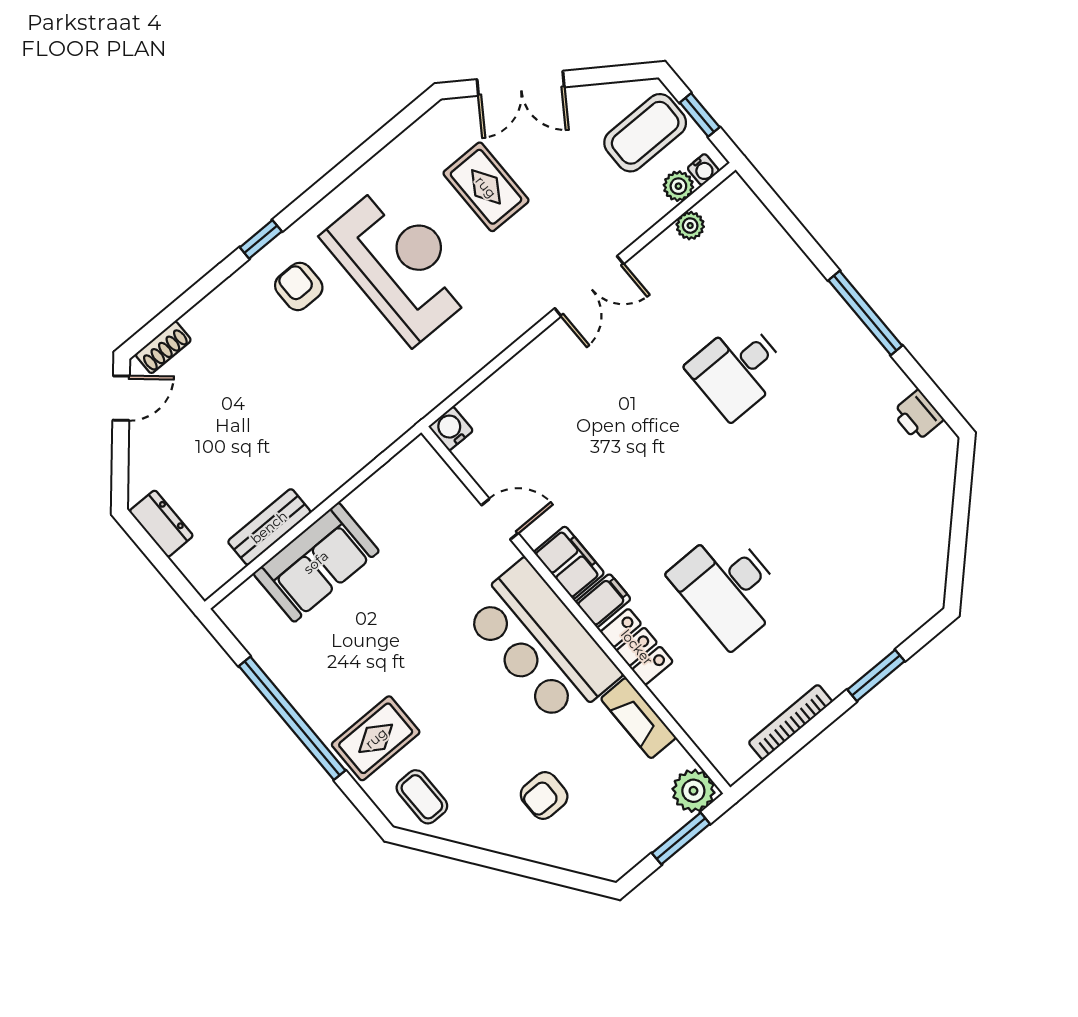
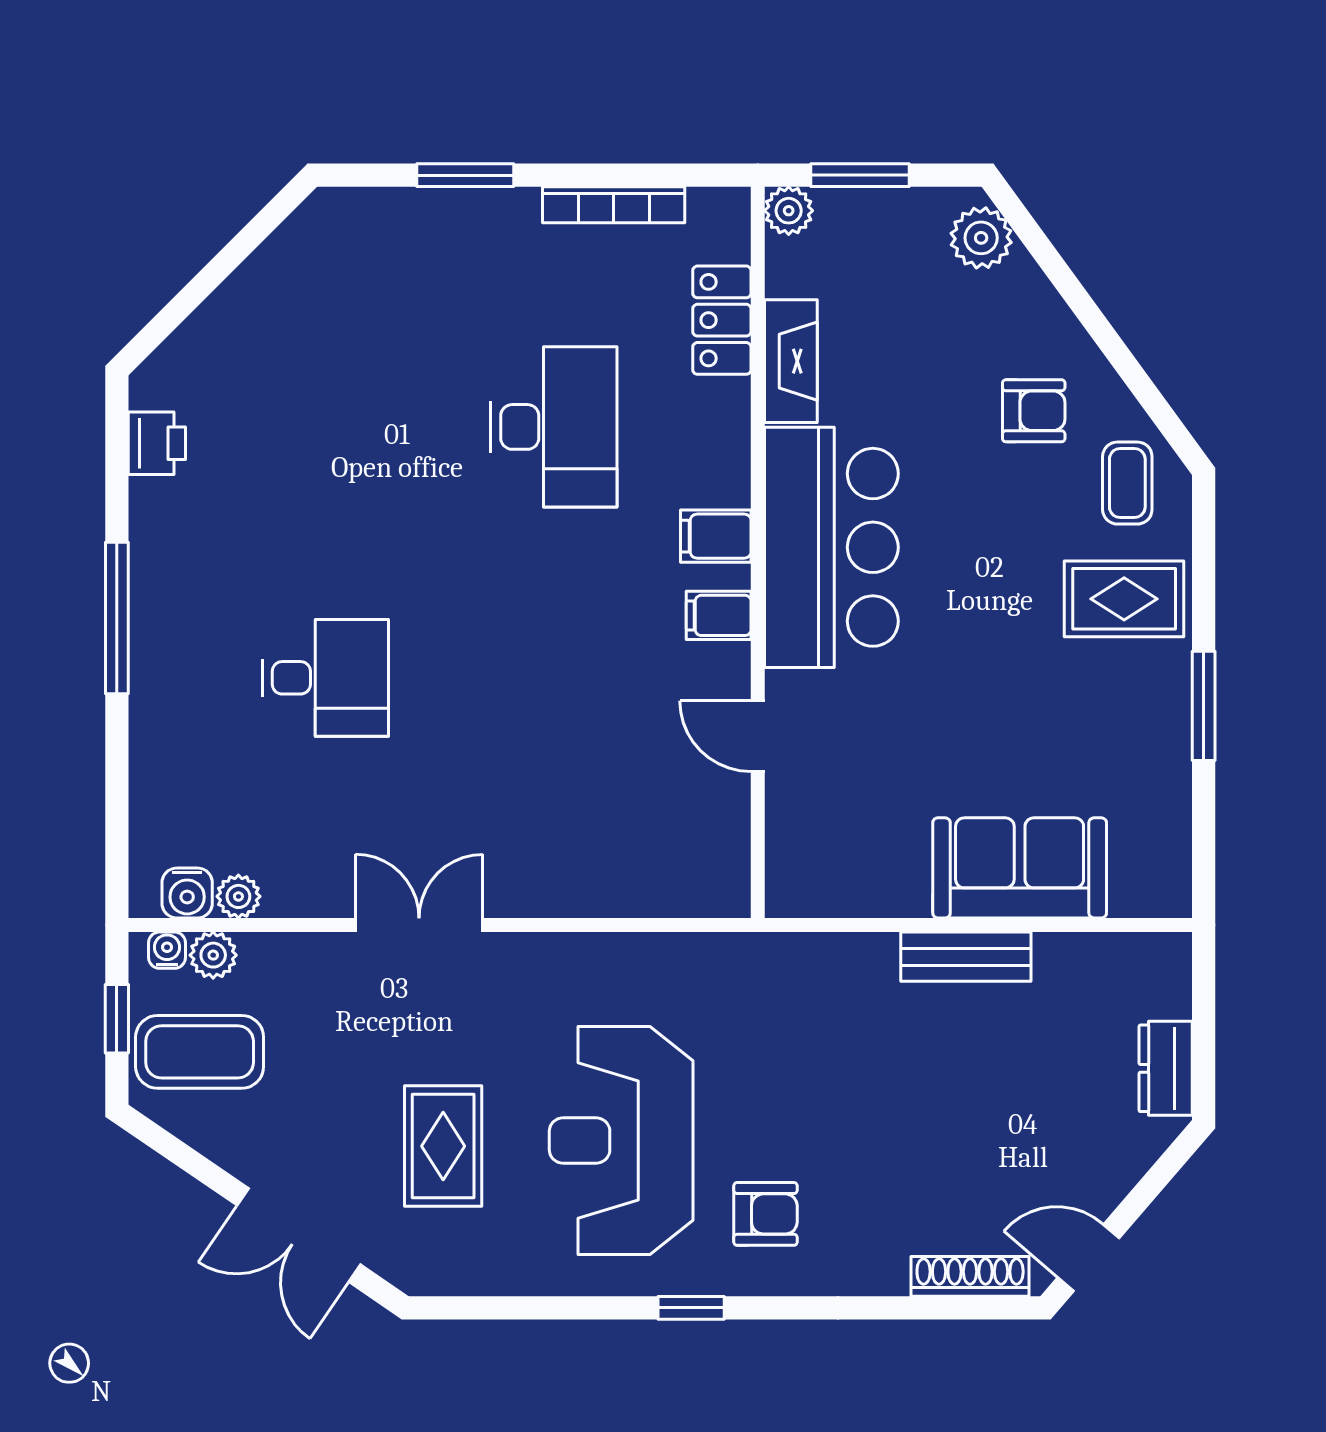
double door: (521, 83) -> (299, 1235), swing flipped
window: (261, 239) -> (691, 1308), moved
armchair: (299, 286) -> (766, 1214), turned -90
shoe rack: (163, 347) -> (970, 1276), width x1.43
water cooler: (451, 429) -> (187, 893), moved
bench: (269, 527) -> (966, 957), moved
filing cabinet: (569, 563) -> (719, 615), width x0.50
locker: (637, 647) -> (722, 320), moved
window: (292, 718) -> (1204, 706), width x0.47
plant: (693, 791) -> (789, 211), width x0.73, depth x0.73
armchair: (544, 795) -> (1034, 411), moved
plant: (595, 858) -> (981, 238), added

